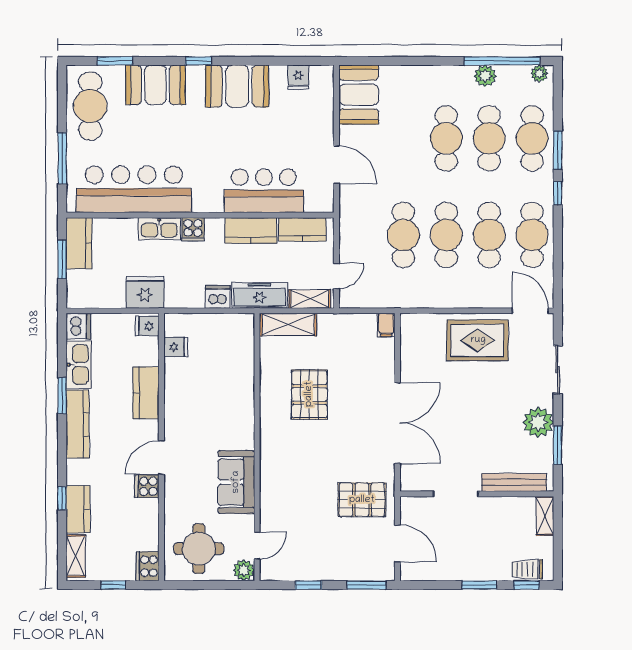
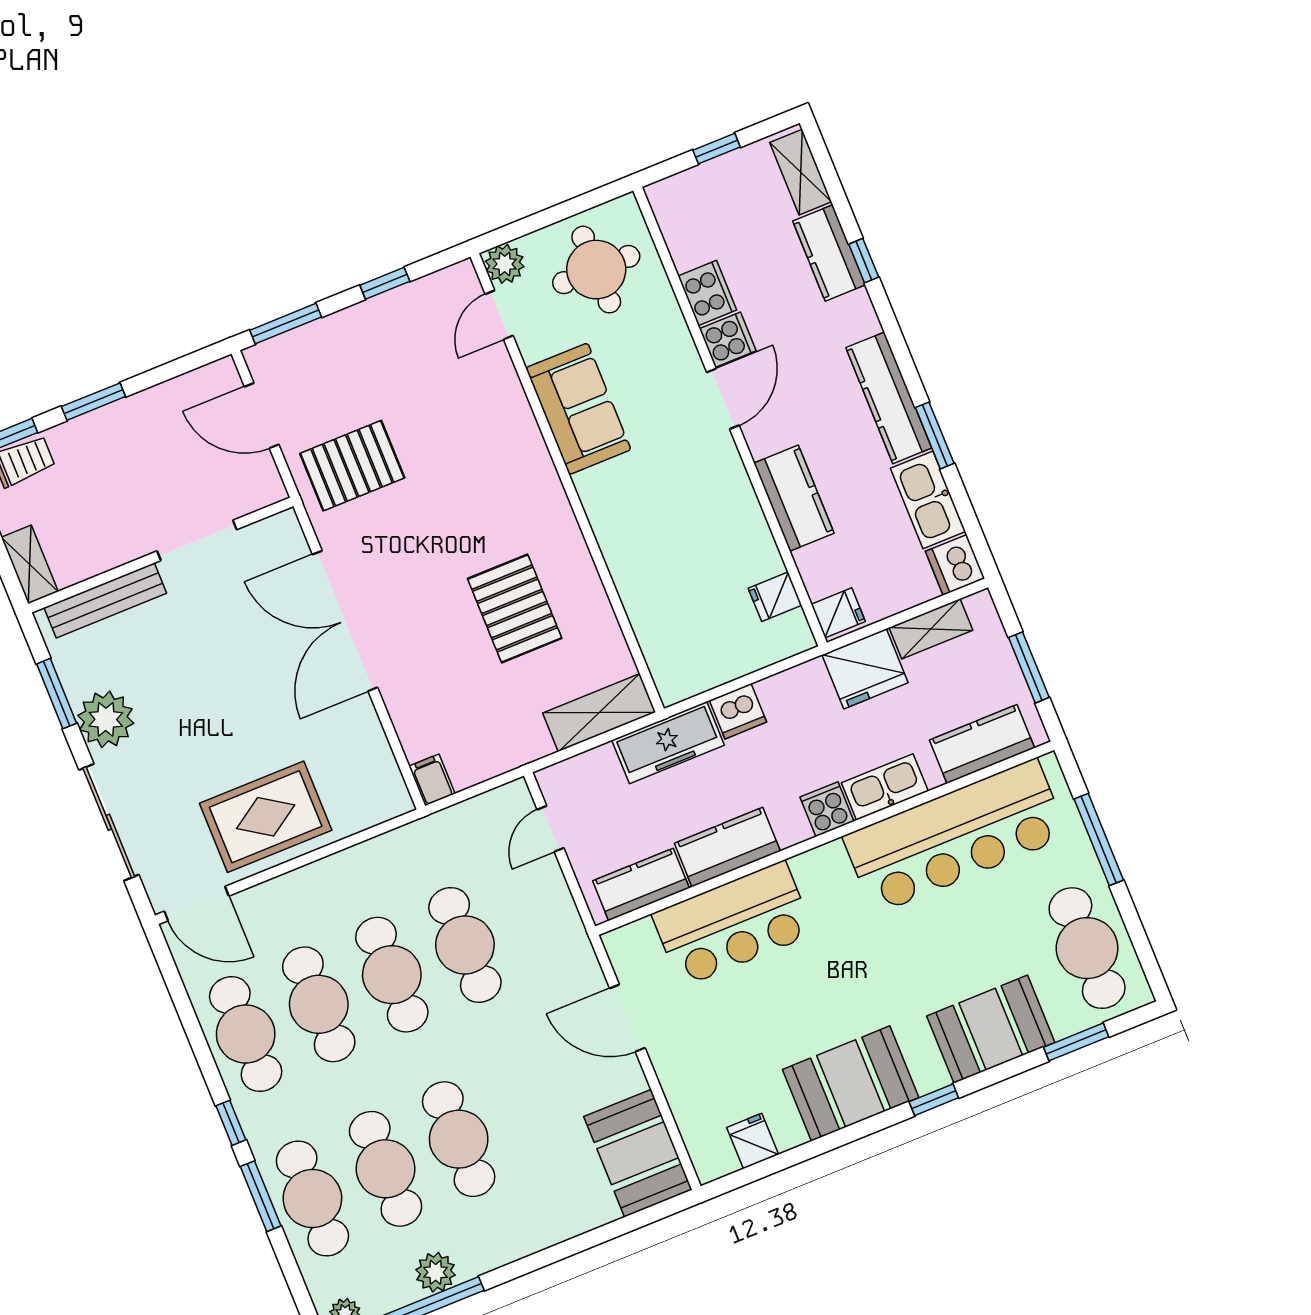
kitchen counter: (79, 243) -> (982, 744), moved, turned 90
shelving: (310, 299) -> (931, 629), moved
sliding door: (558, 370) -> (109, 822), width x1.37
cooker: (148, 566) -> (707, 293), moved

